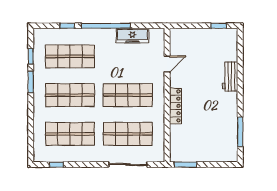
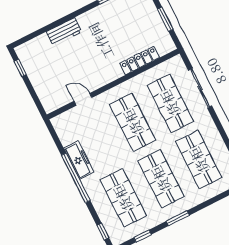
window: (67, 26) -> (103, 232), moved
freezer: (132, 36) -> (79, 160), moved
window: (31, 82) -> (178, 218), moved
locker: (175, 106) -> (140, 60), moved
window: (185, 165) -> (165, 19), moved

